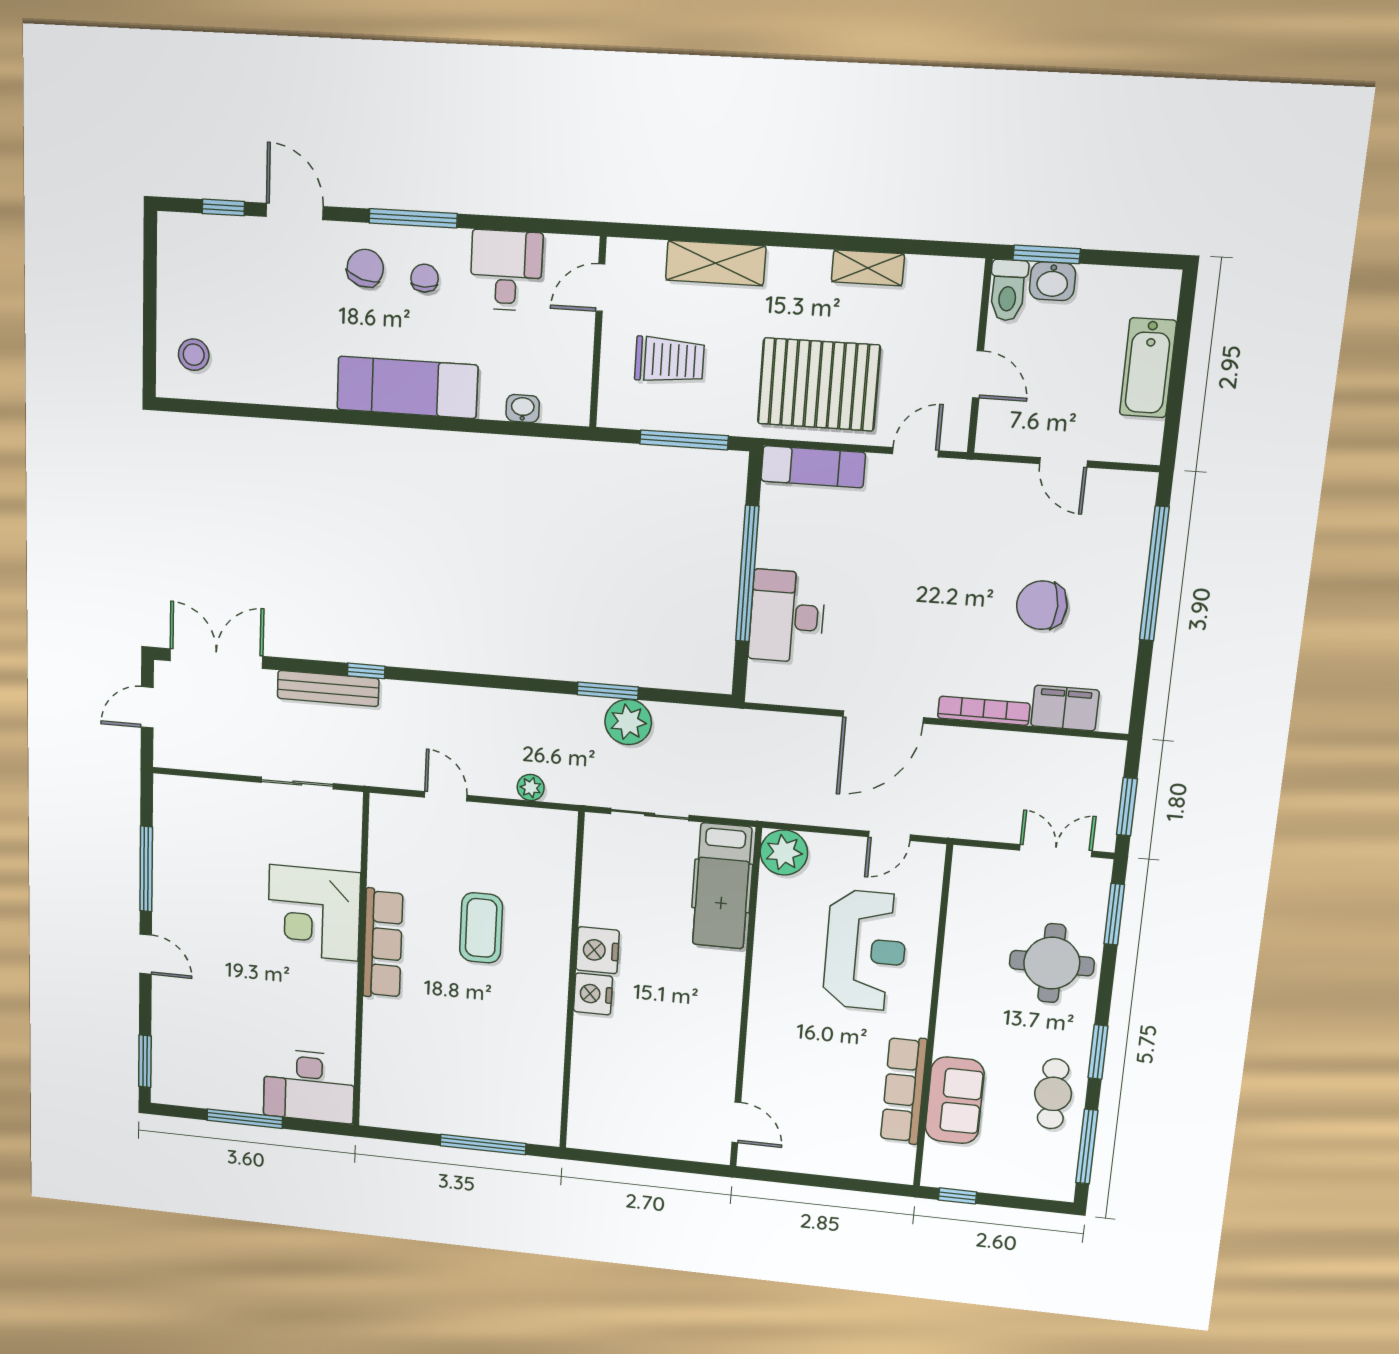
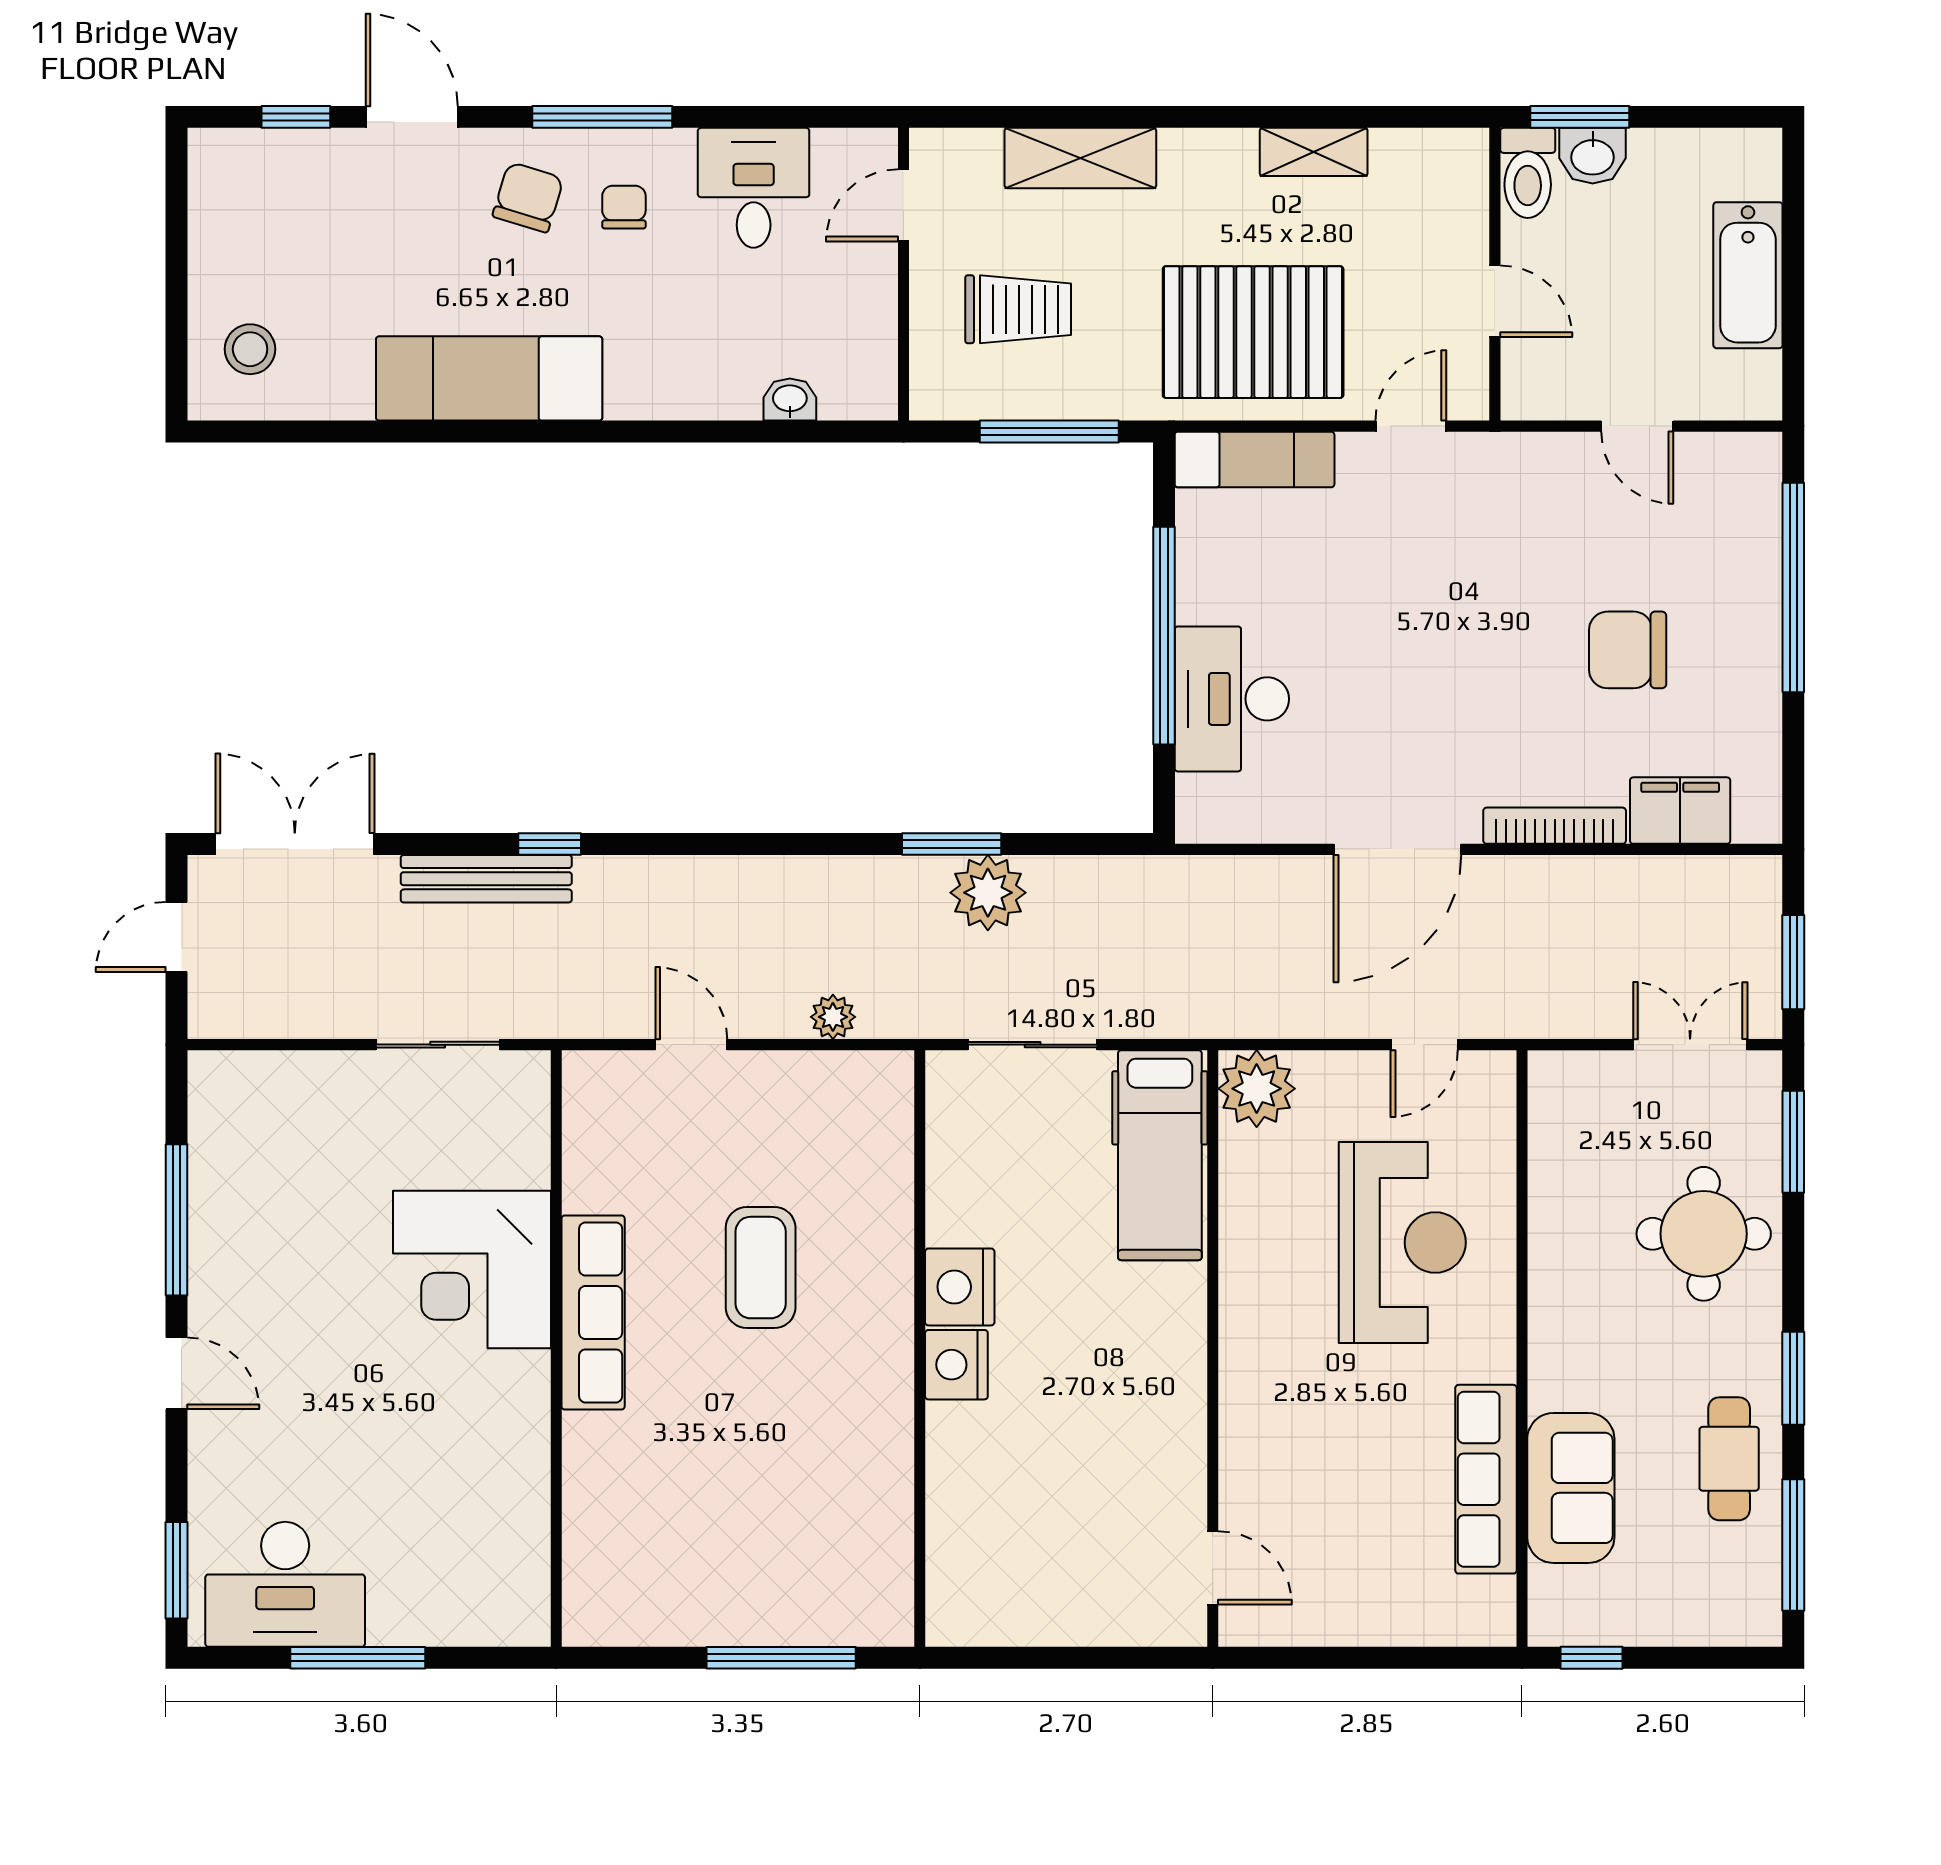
exam couch: (407, 387) -> (489, 378), moved
desk: (309, 1086) -> (285, 1584), moved

